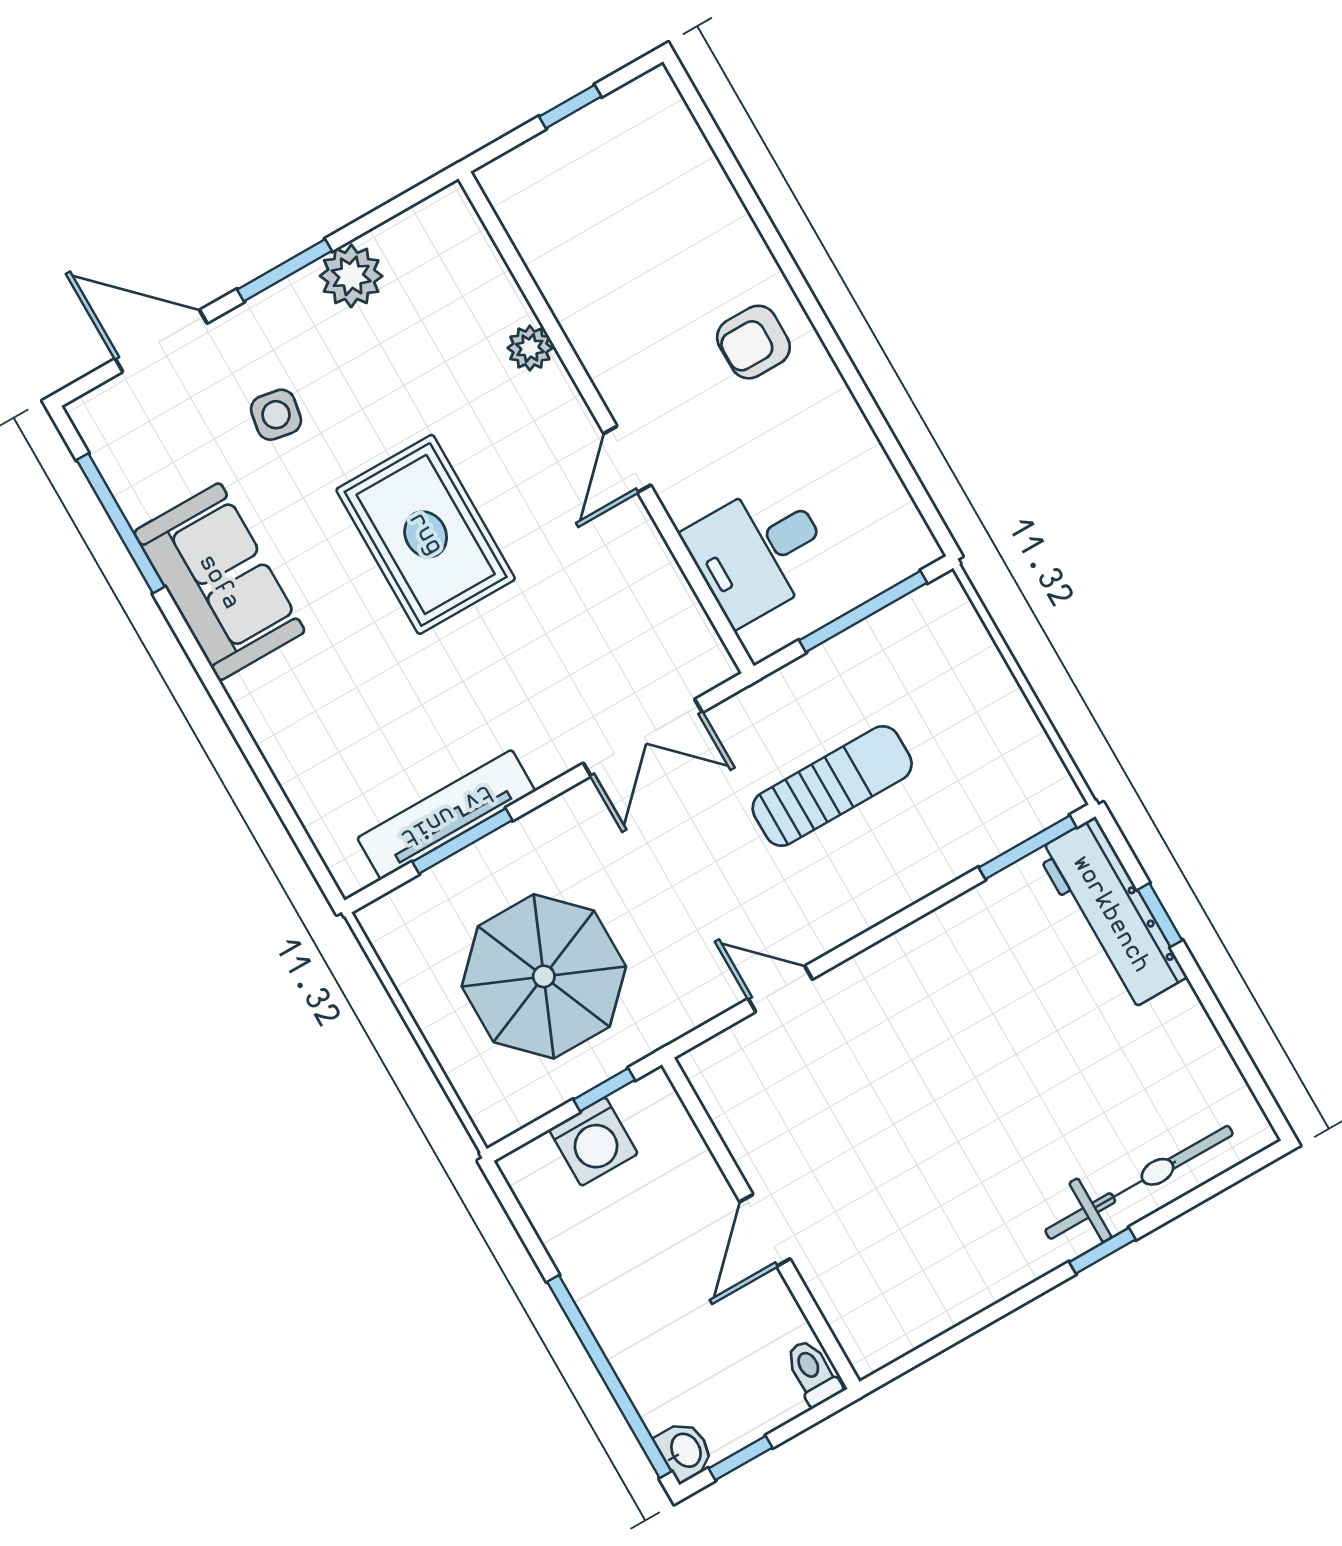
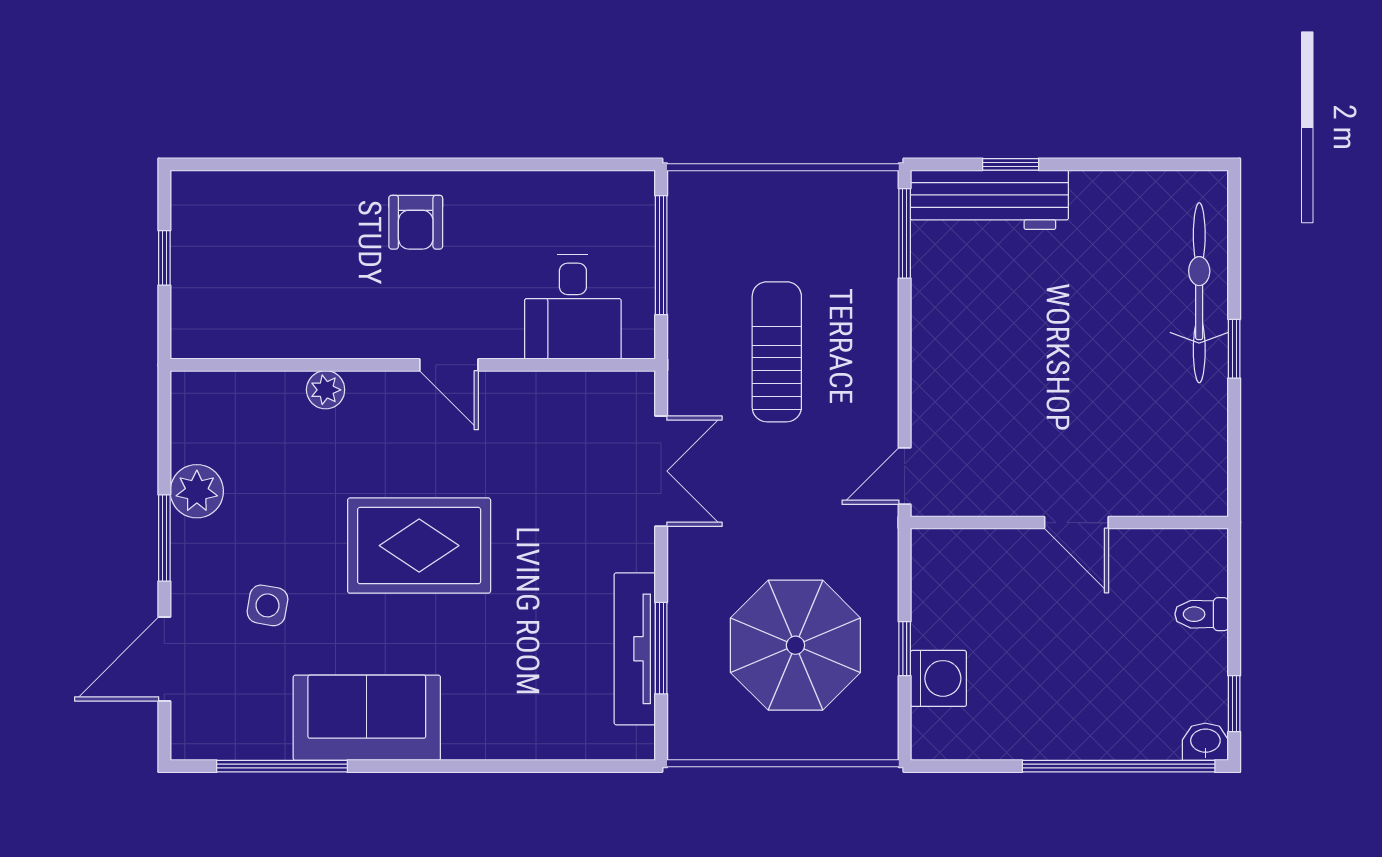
wall: (761, 1223) -> (1069, 523), moved
door: (765, 1230) -> (1076, 523), moved

